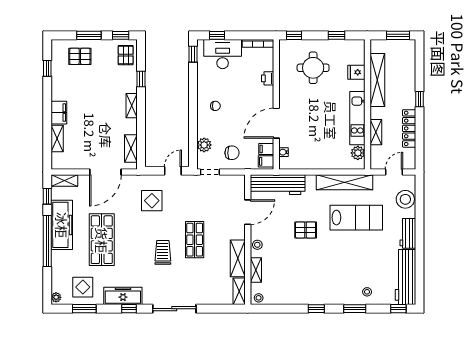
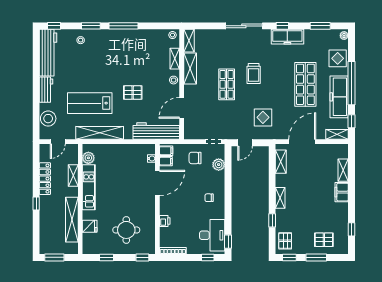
desk: (223, 54) -> (212, 235), moved, turned -90
display table: (83, 287) -> (338, 58), moved
window: (316, 309) -> (124, 26), width x2.17

